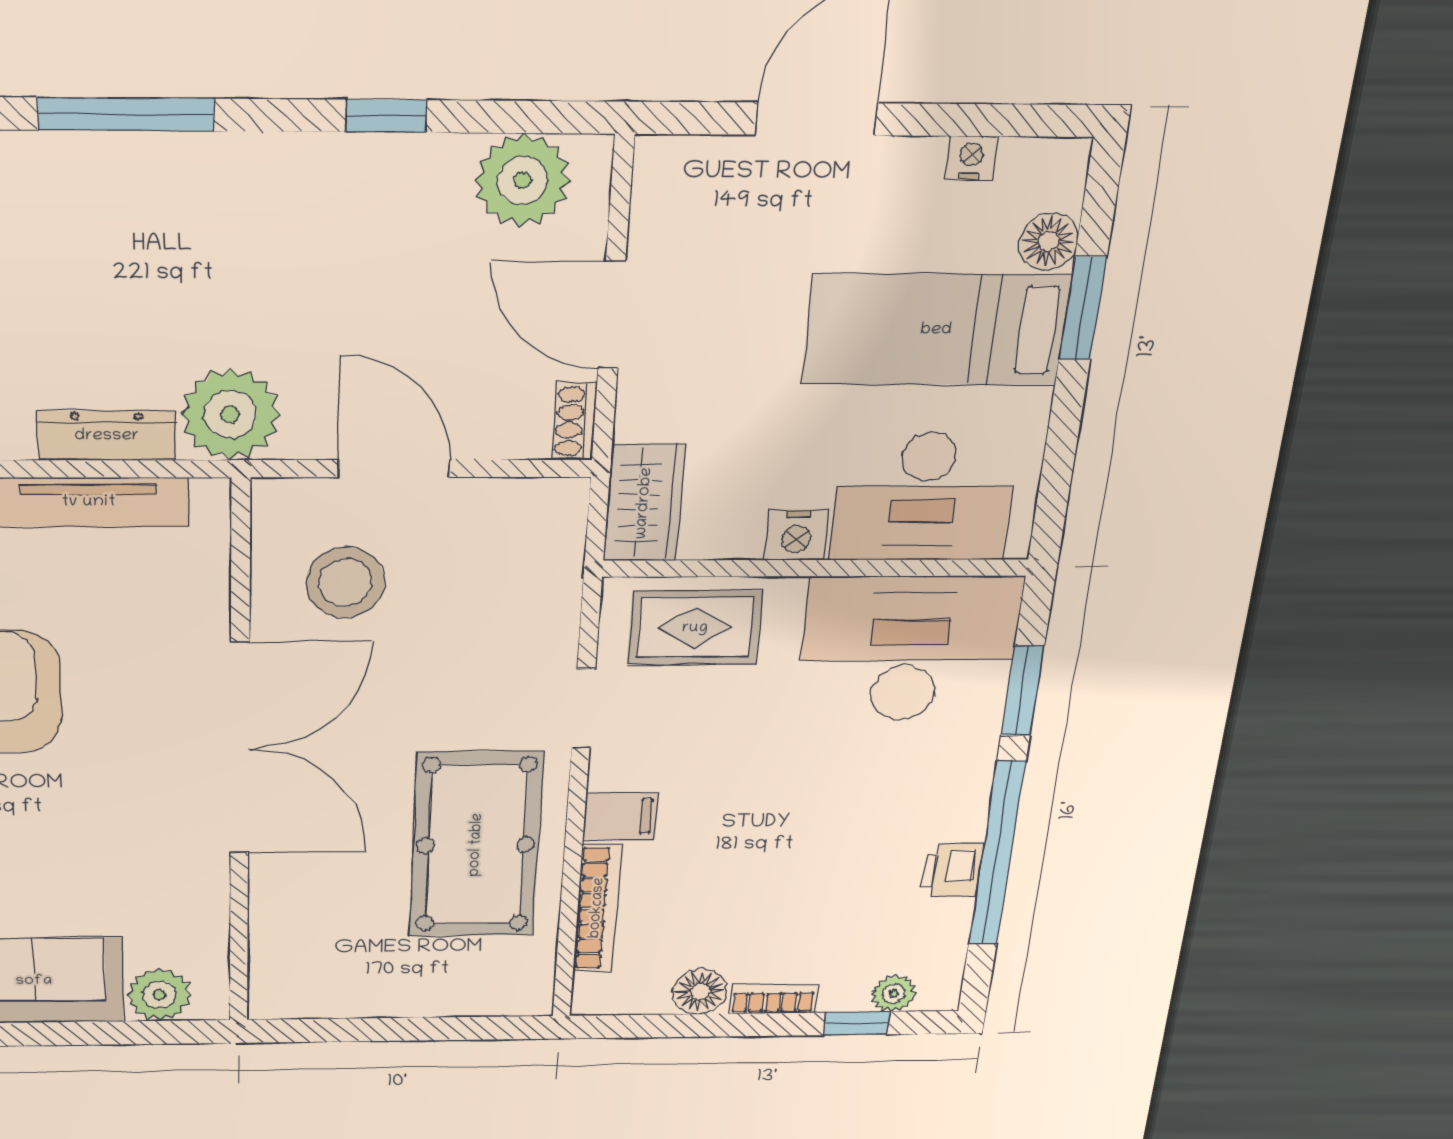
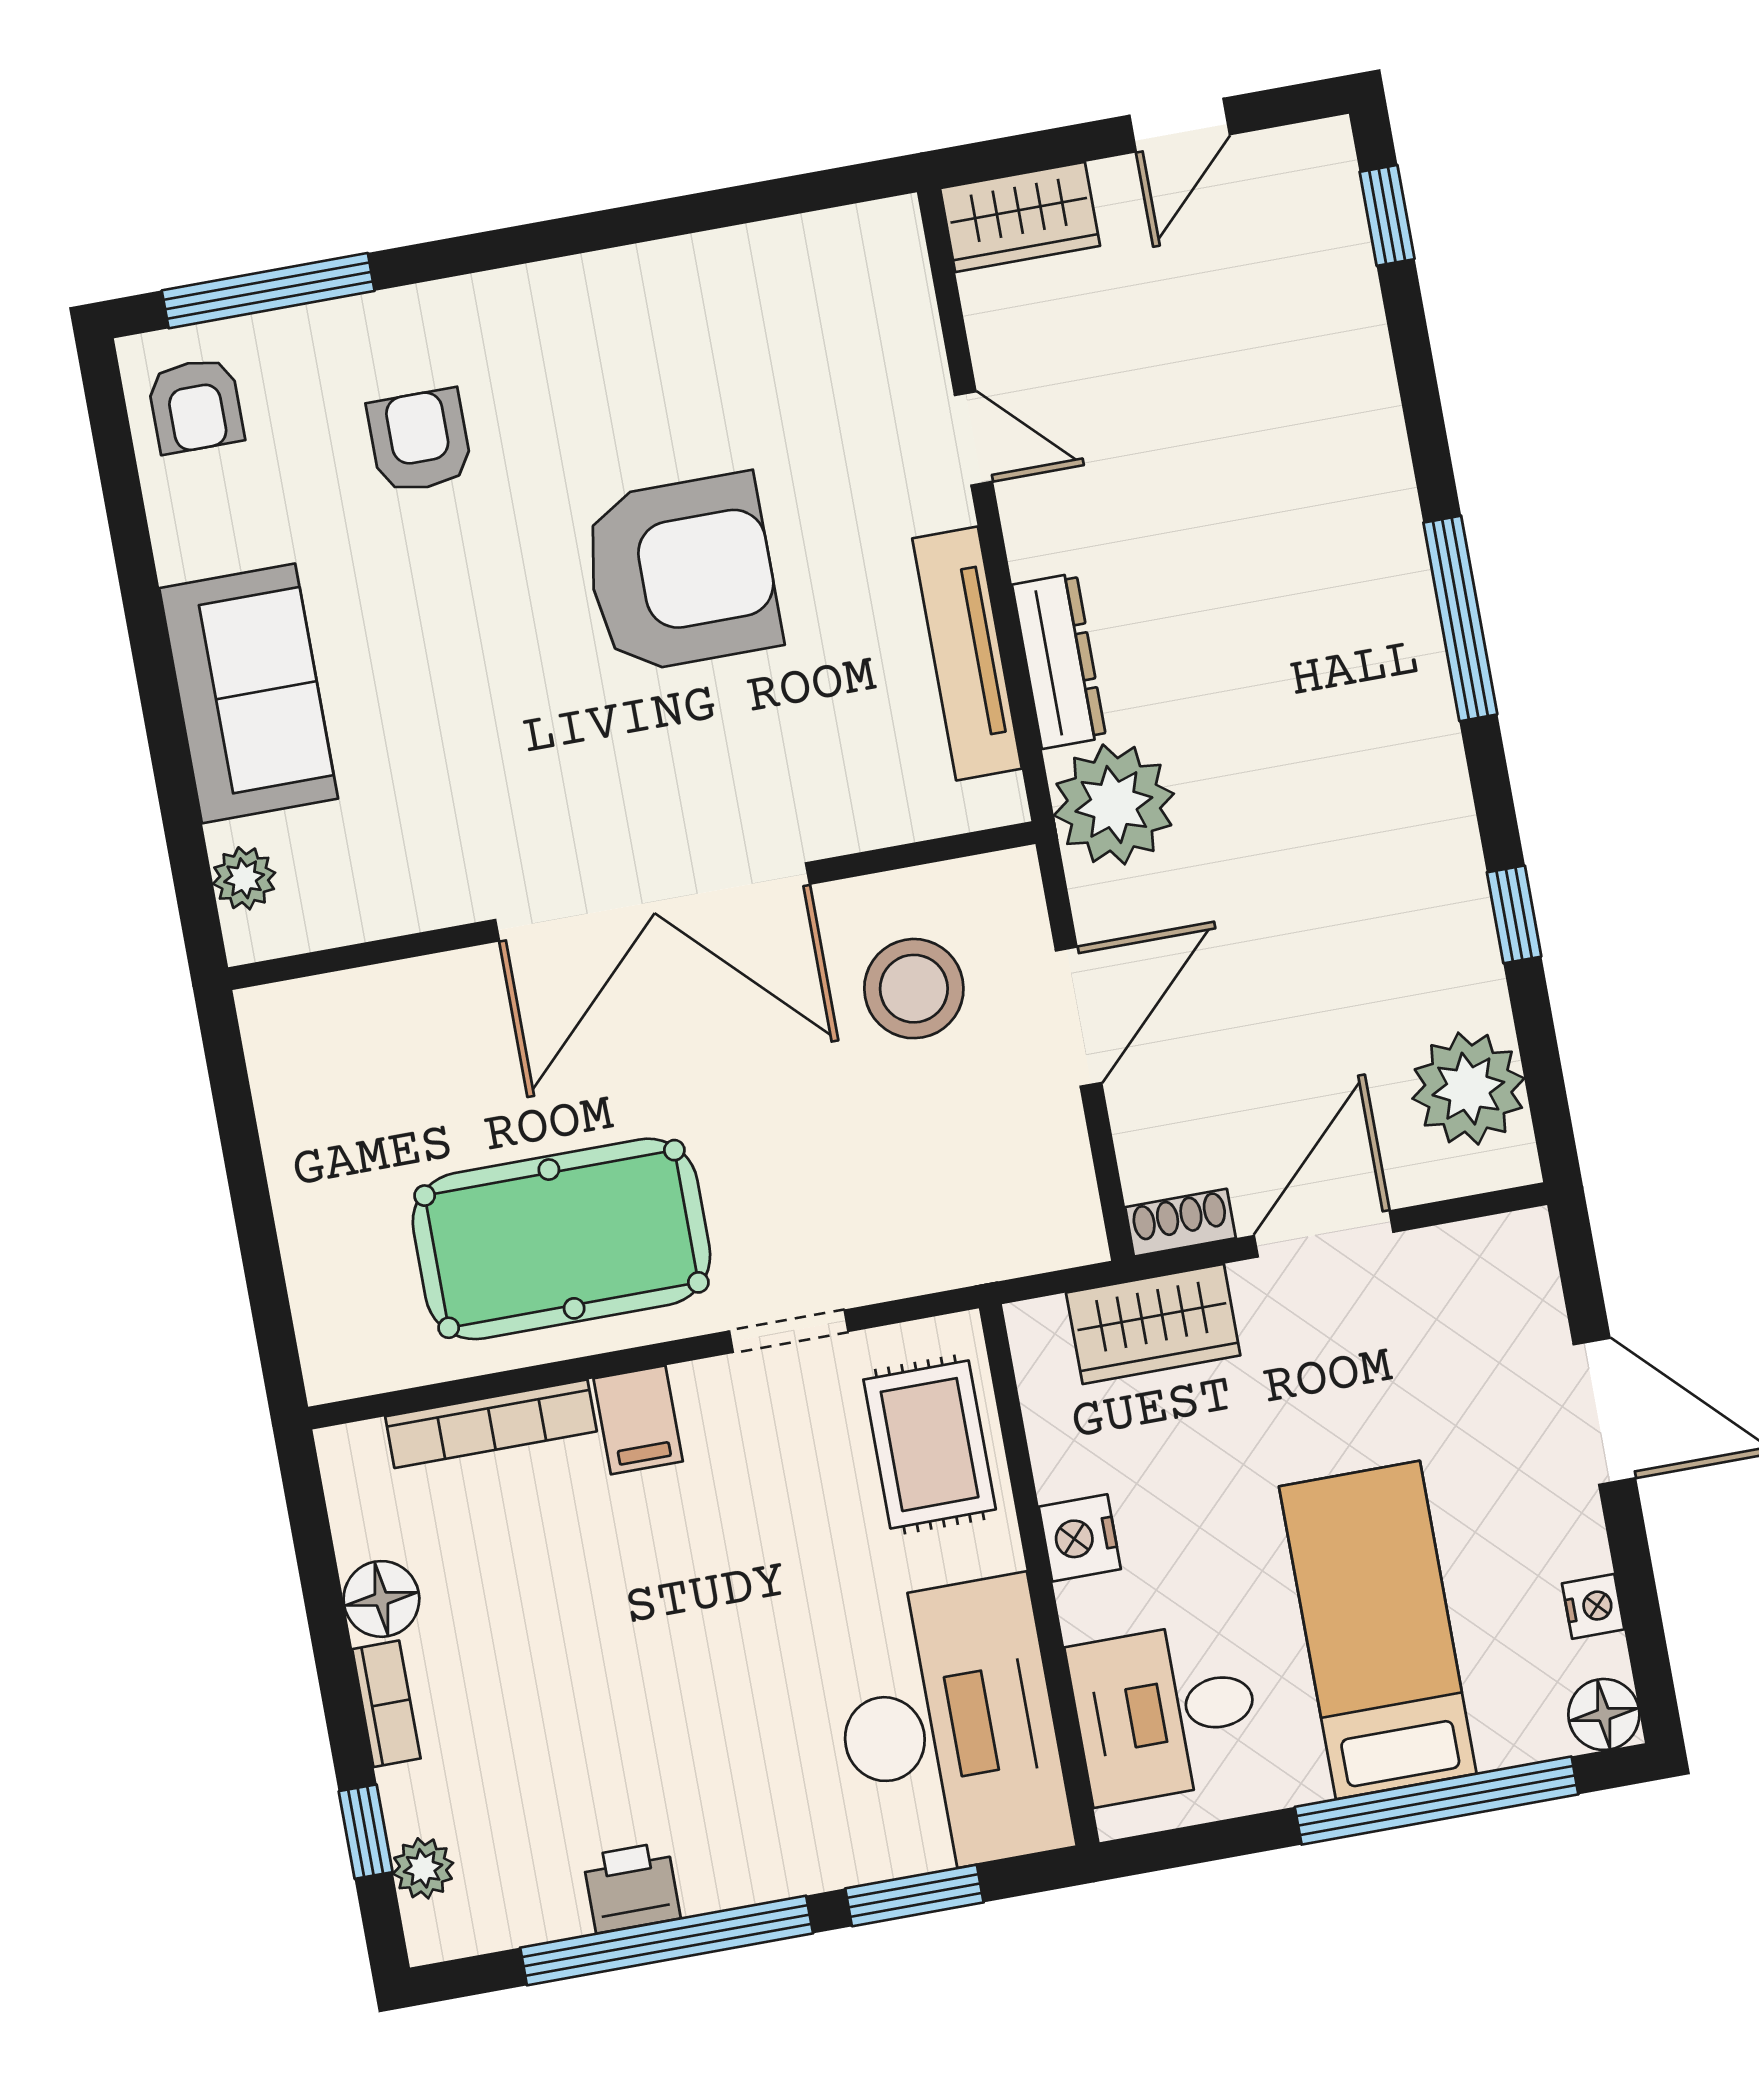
floor lamp: (1049, 241) -> (1604, 1714), moved
window: (1083, 309) -> (1437, 1801), width x2.11
desk: (923, 497) -> (1165, 1712), width x0.73
wardrobe: (644, 503) -> (1153, 1324), moved
plant: (159, 995) -> (244, 878), width x0.73, depth x0.73

